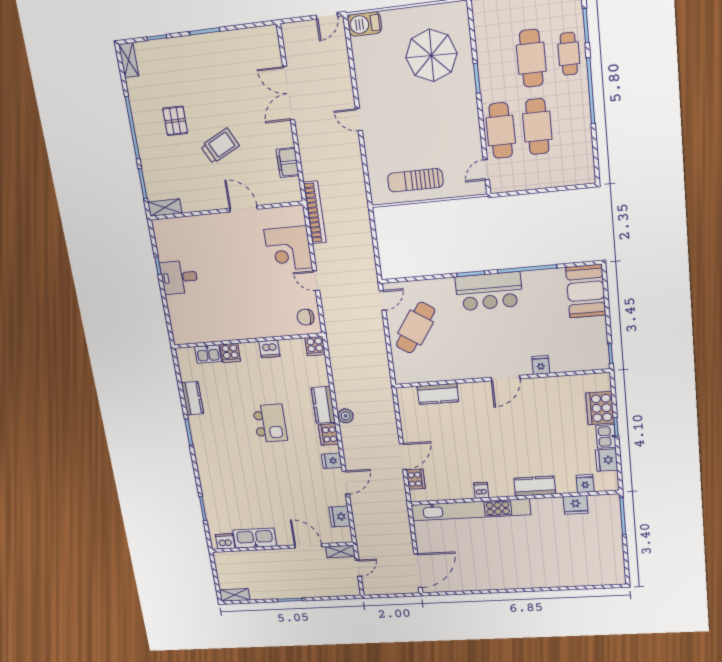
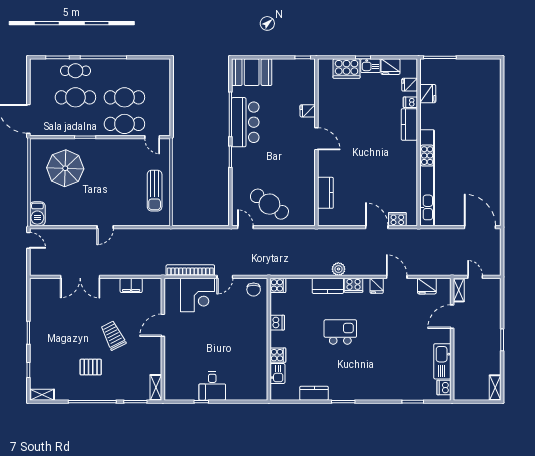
bookcase: (315, 212) -> (190, 270), moved
bar counter: (489, 291) -> (245, 122), moved
dishwasher: (481, 490) -> (410, 102), moved

